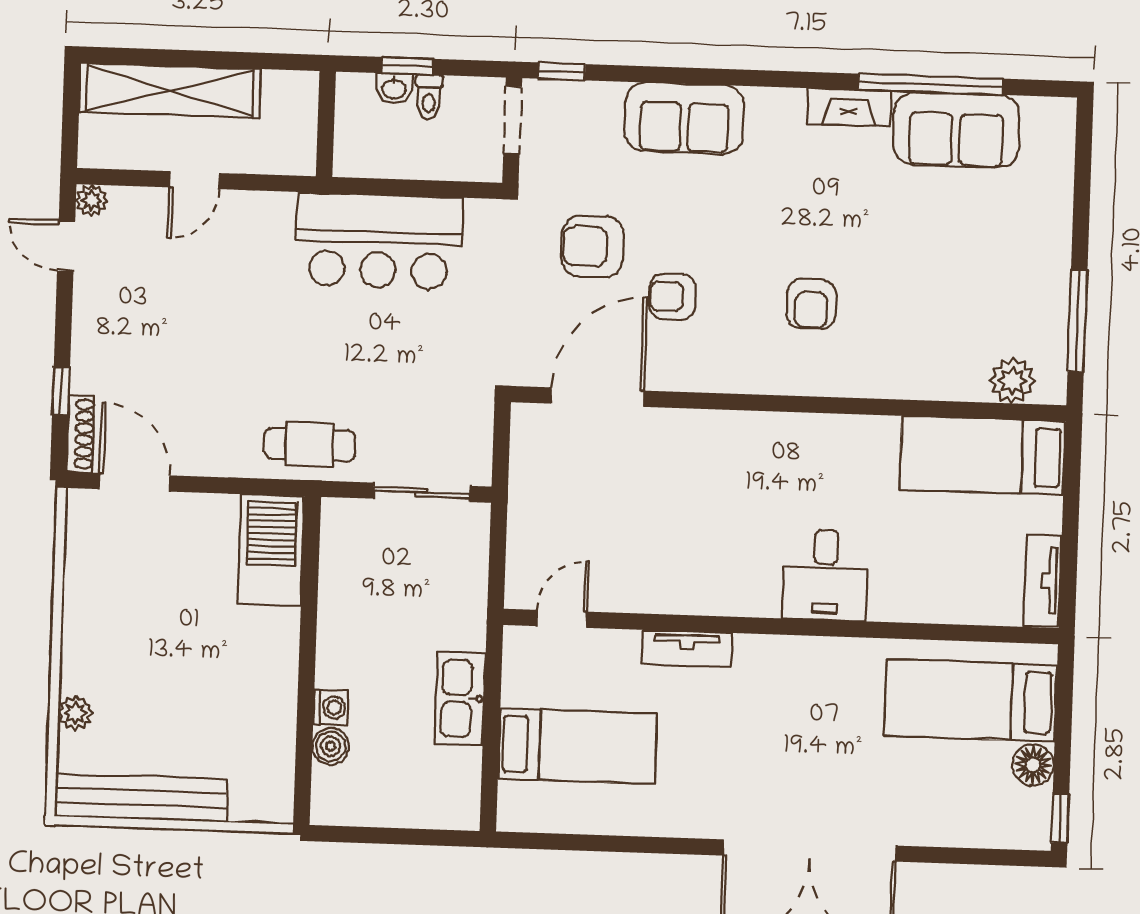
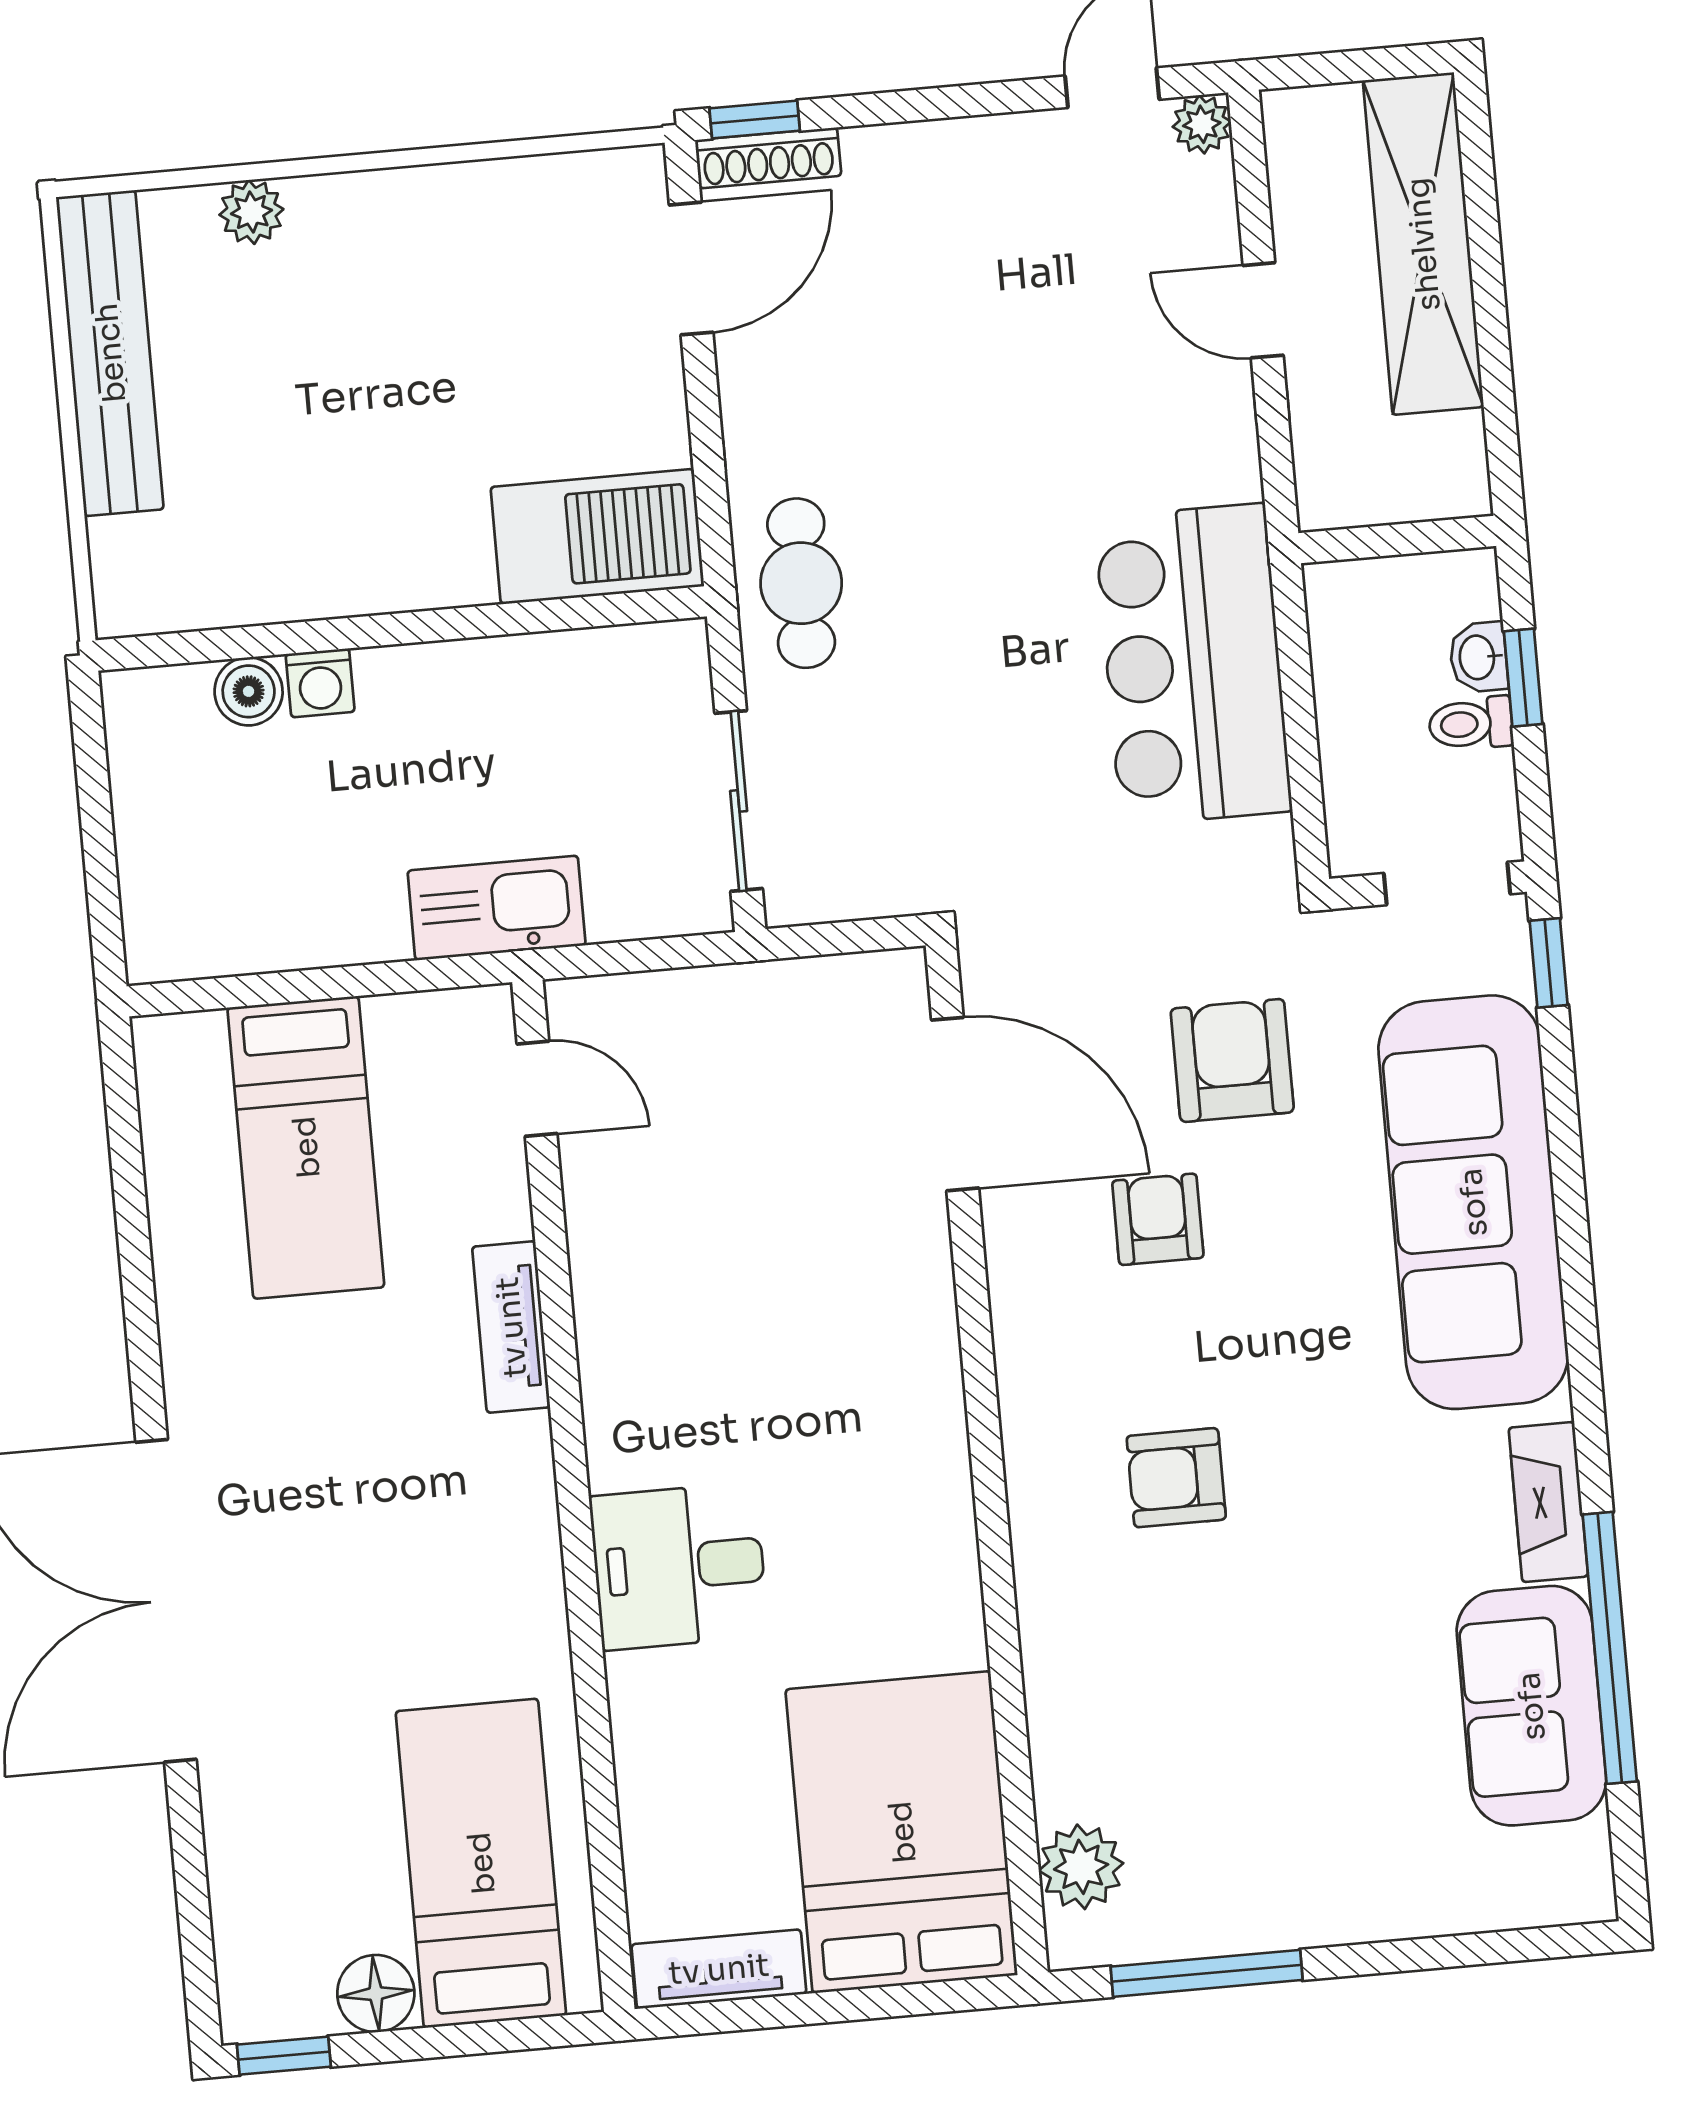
sofa: (684, 118) -> (1473, 1202), width x1.85, depth x1.27
window: (61, 391) -> (755, 120), moved
bed: (983, 456) -> (902, 1832), width x1.50
kitchen sink: (460, 698) -> (497, 908), moved

